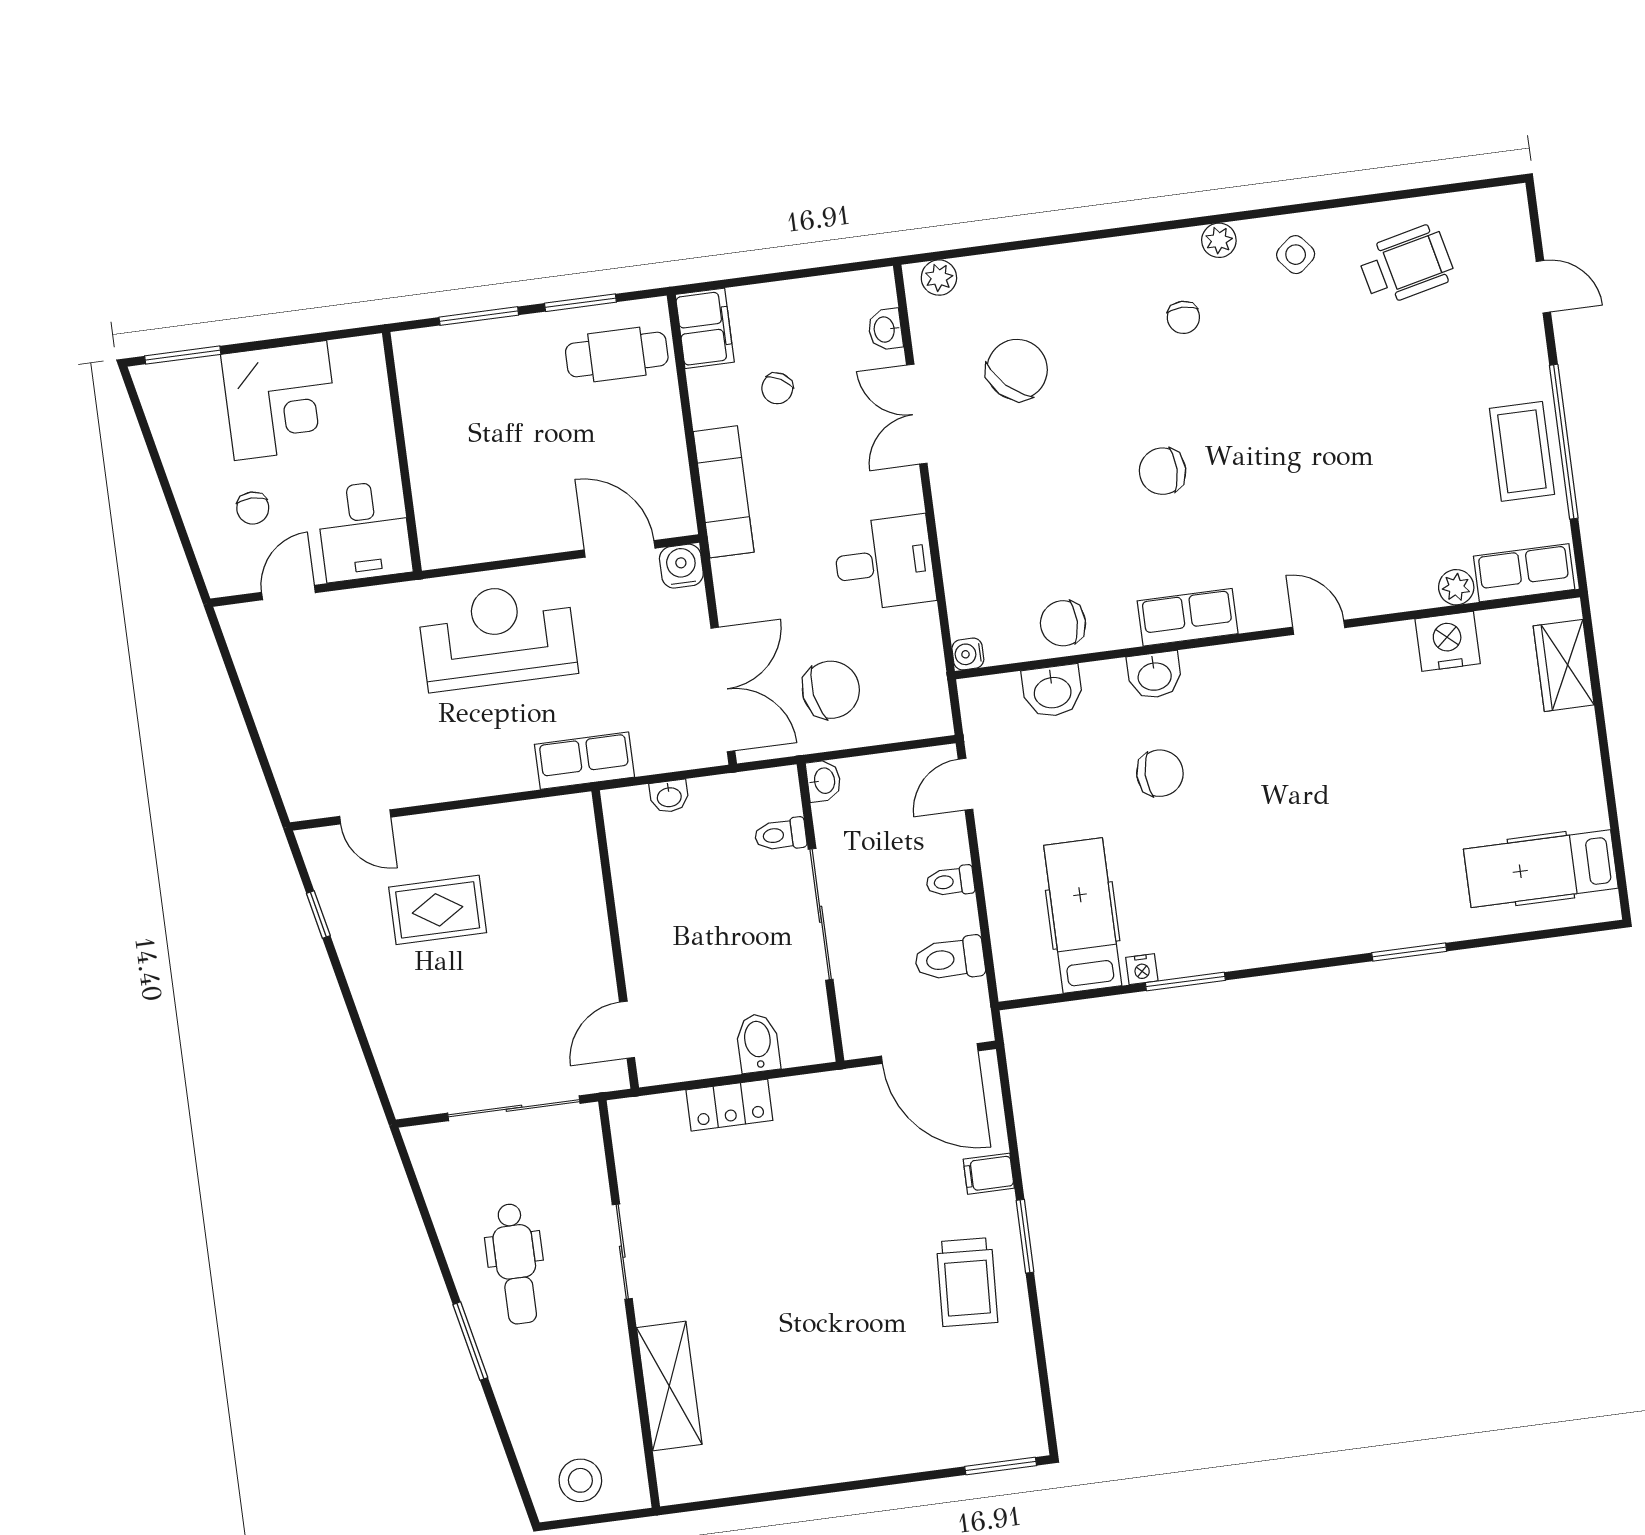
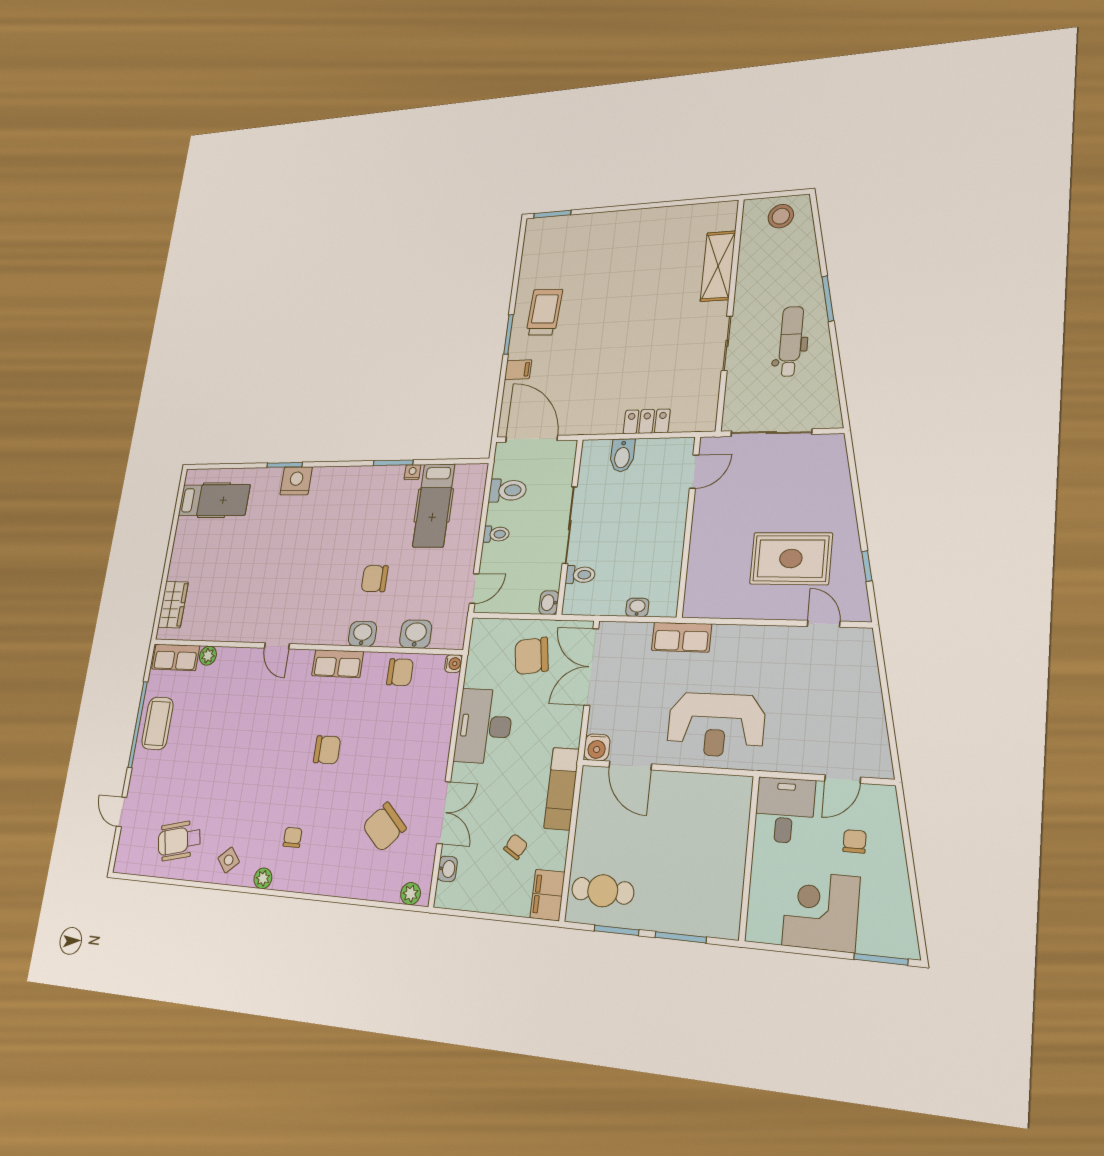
desk: (884, 563) -> (484, 726), width x1.37
nightstand: (1448, 641) -> (296, 481), moved, turned 180
rug: (438, 910) -> (791, 559), width x1.36, depth x1.43

